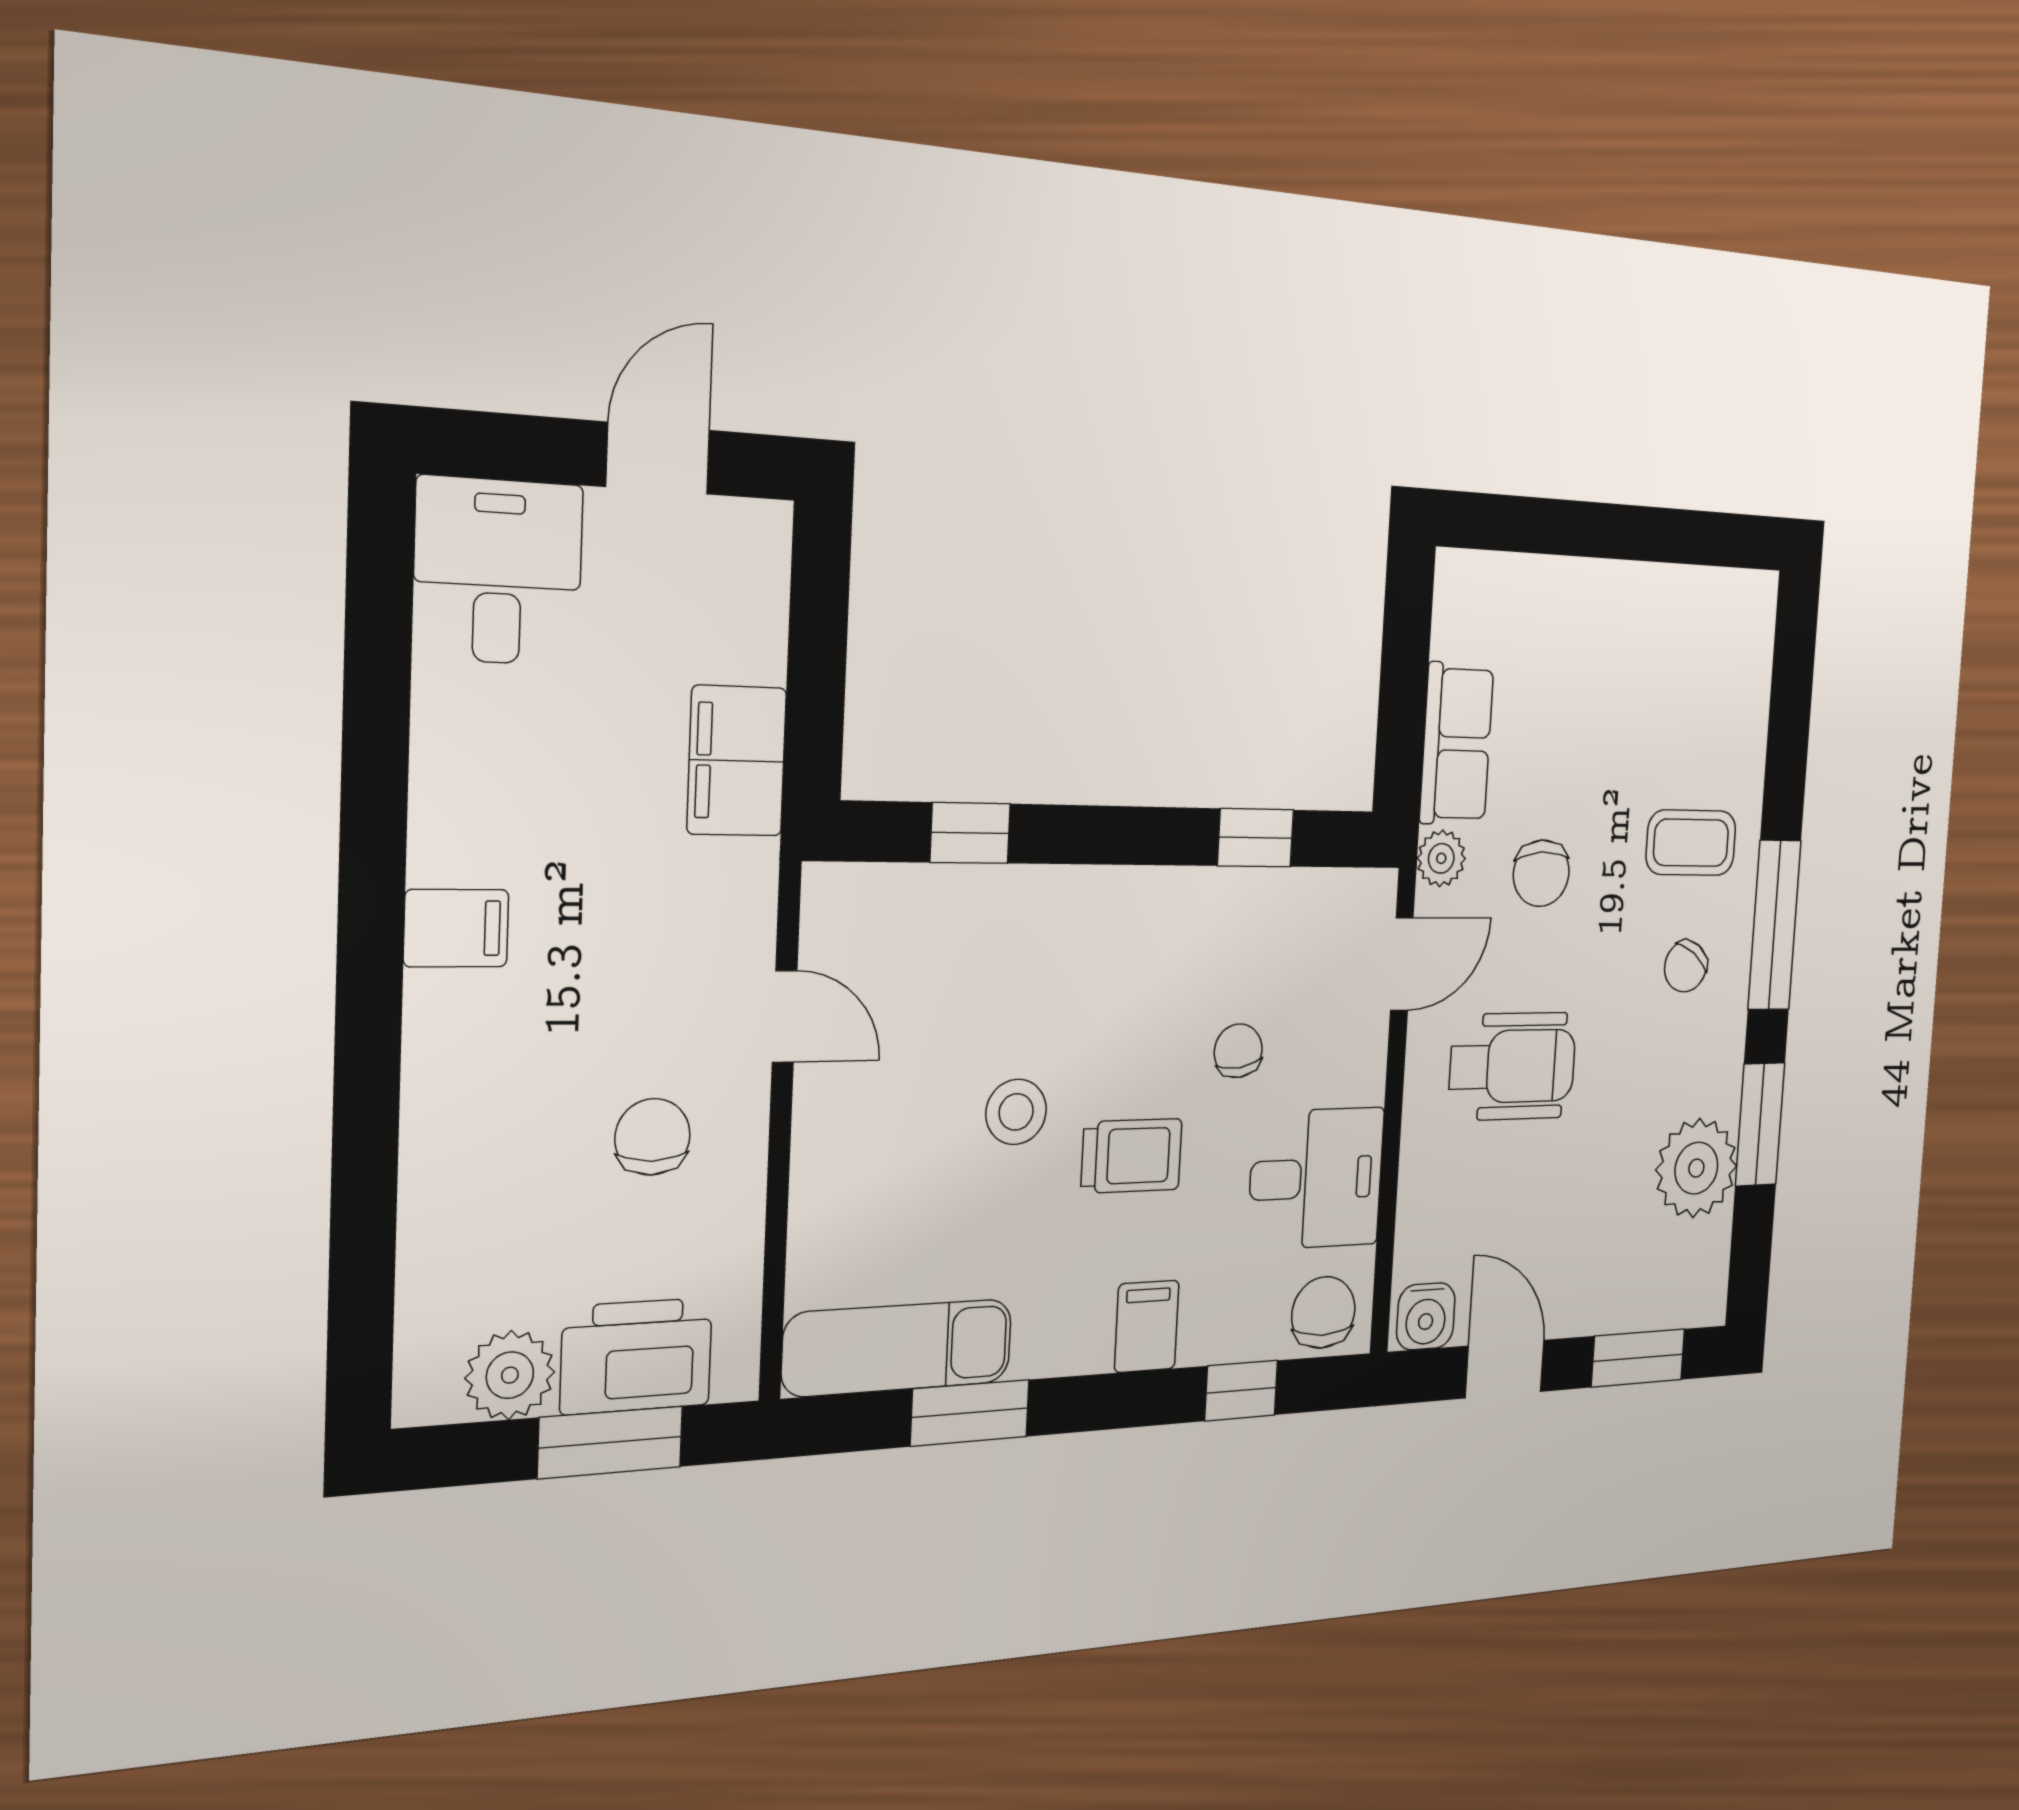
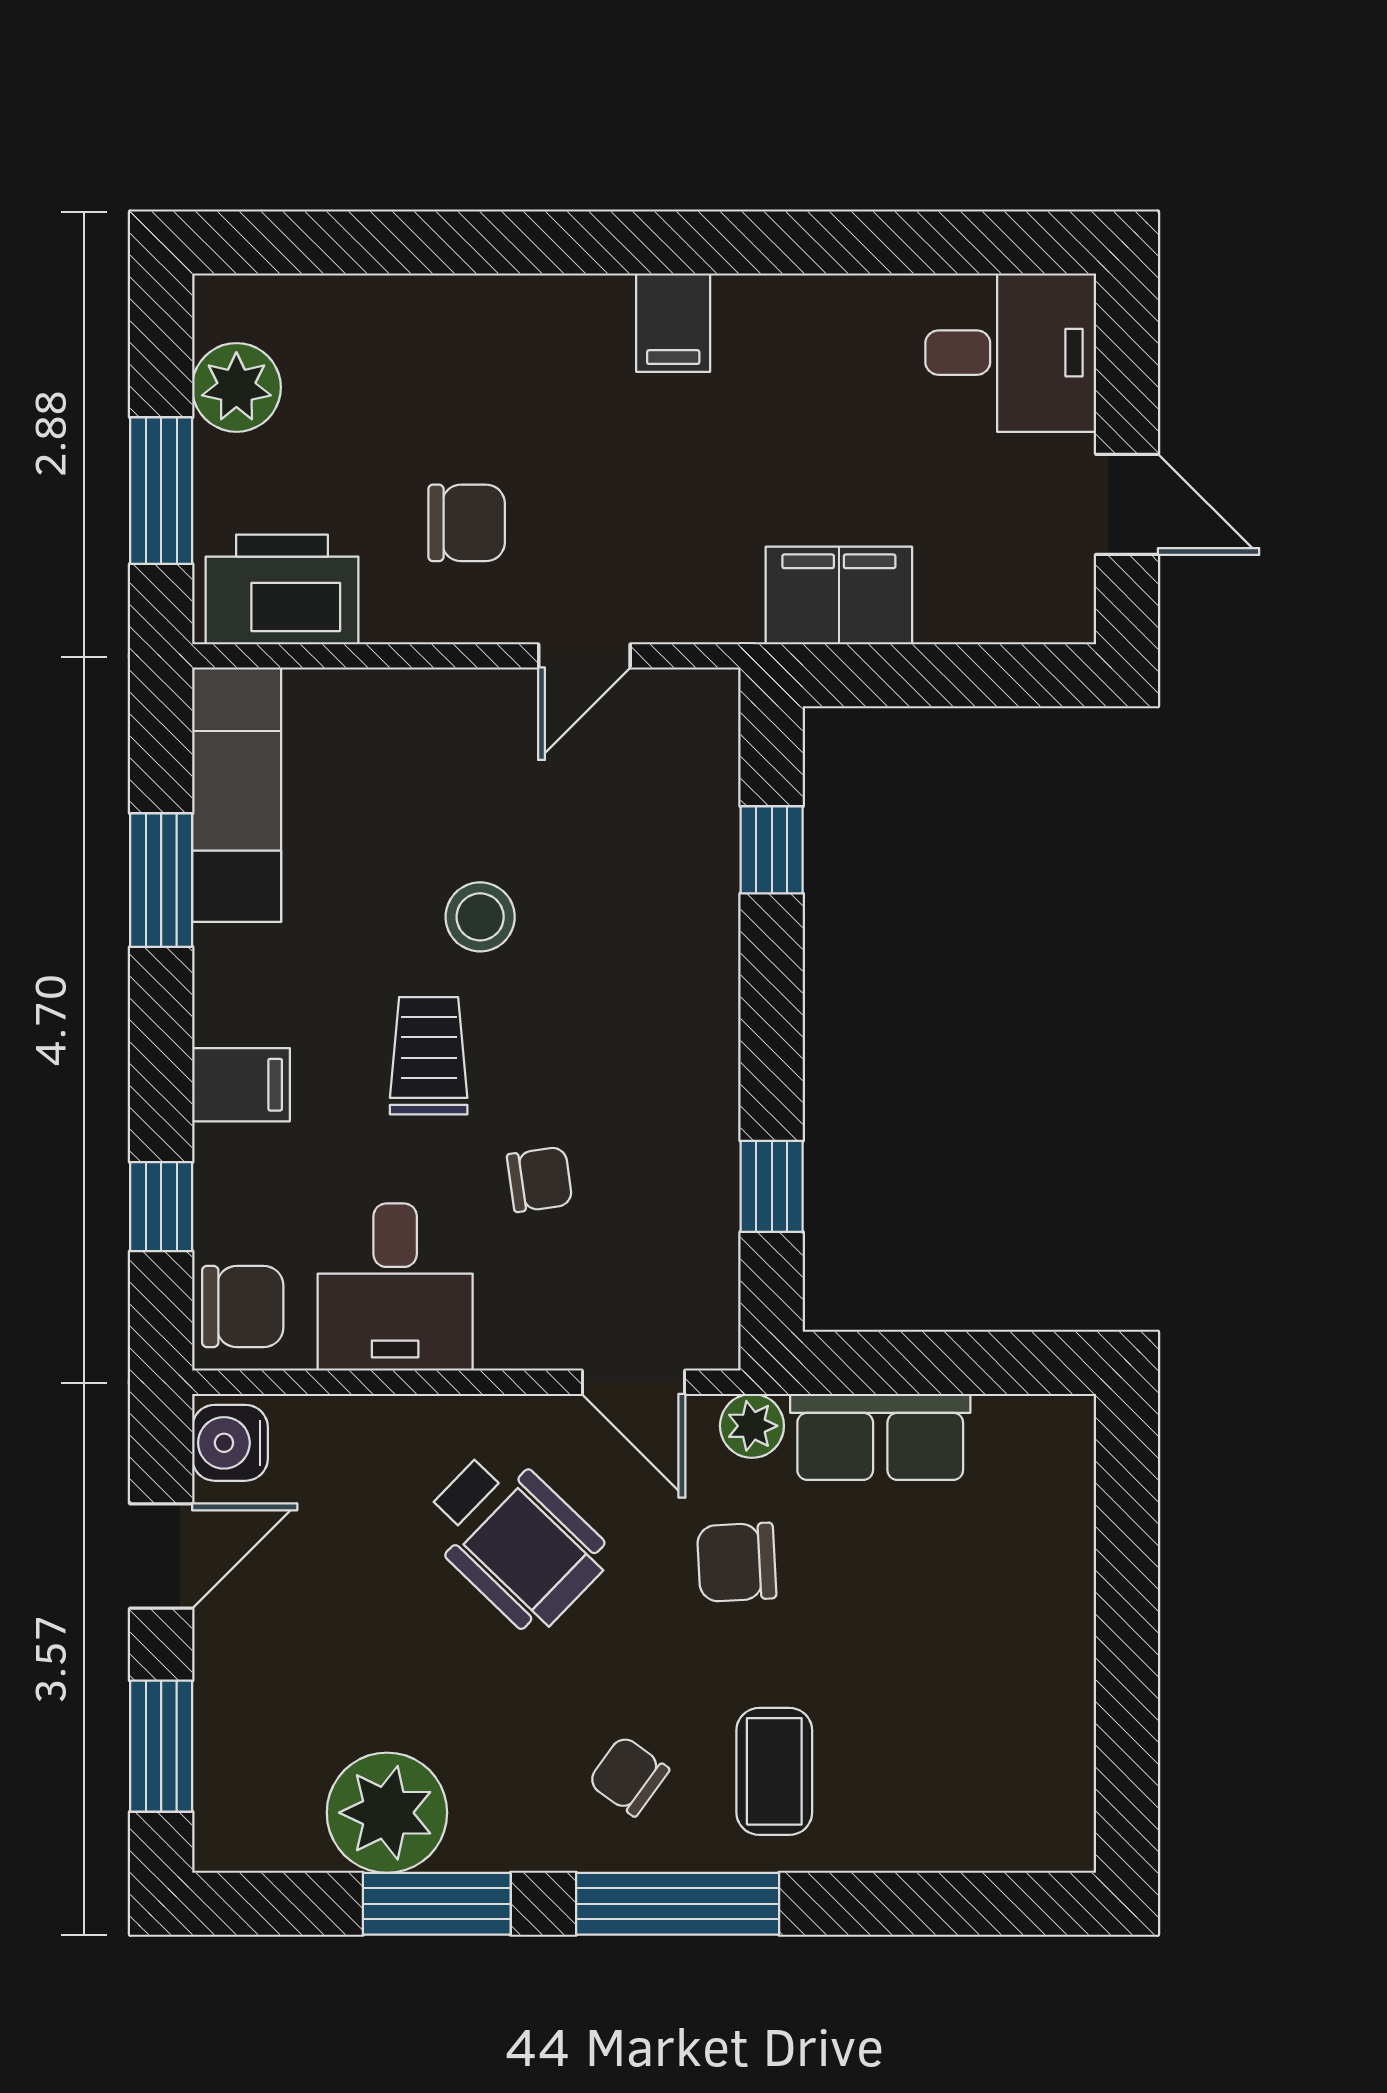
wheelchair: (1512, 1066) -> (515, 1540), turned -46
trolley: (1132, 1156) -> (429, 1056), turned 180
printer: (637, 1356) -> (282, 589), moved, turned -90

